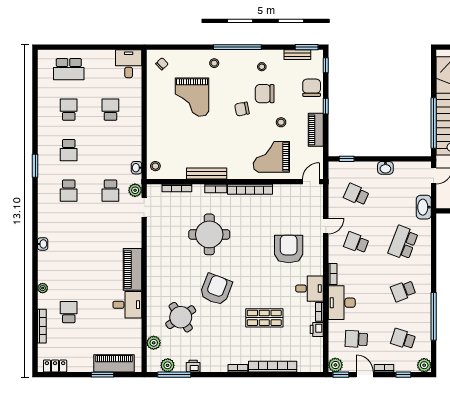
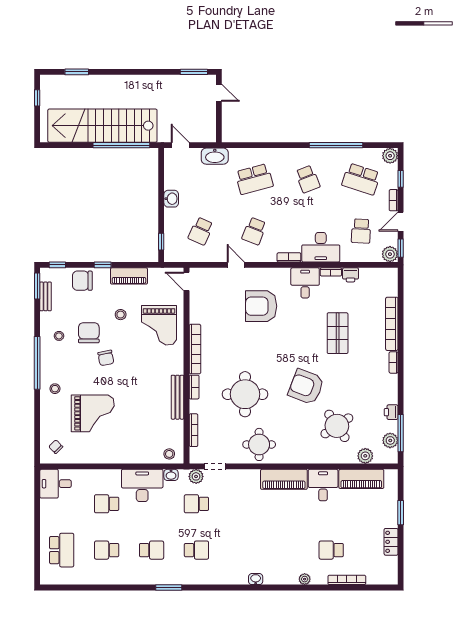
chair: (265, 94) -> (89, 333), turned 180
desk: (127, 142) -> (142, 485), added
school desk: (110, 191) -> (196, 504), turned 180
school desk: (403, 243) -> (254, 179), turned -36
round table: (164, 247) -> (259, 444), added
school desk: (403, 339) -> (361, 179), width x1.85
piano: (114, 363) -> (361, 479), moved, turned -90
locker: (55, 366) -> (391, 542), moved

